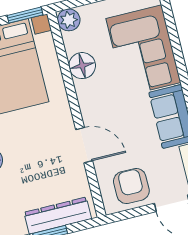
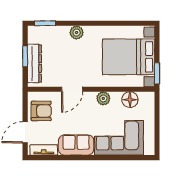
plant: (69, 20) -> (103, 98), moved
floor lamp: (82, 66) -> (130, 100), moved

